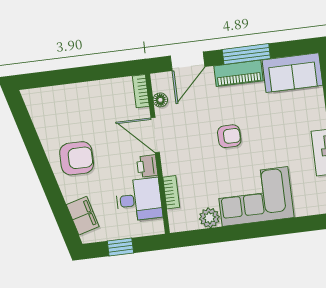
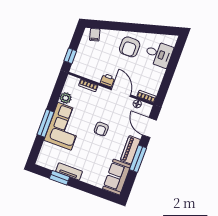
door: (155, 135) -> (121, 92), hinge flipped
desk: (139, 200) -> (159, 54), moved, turned -90
filing cabinet: (83, 216) -> (95, 35), width x0.50
window: (266, 229) -> (45, 123), added
window: (120, 247) -> (70, 56), moved

